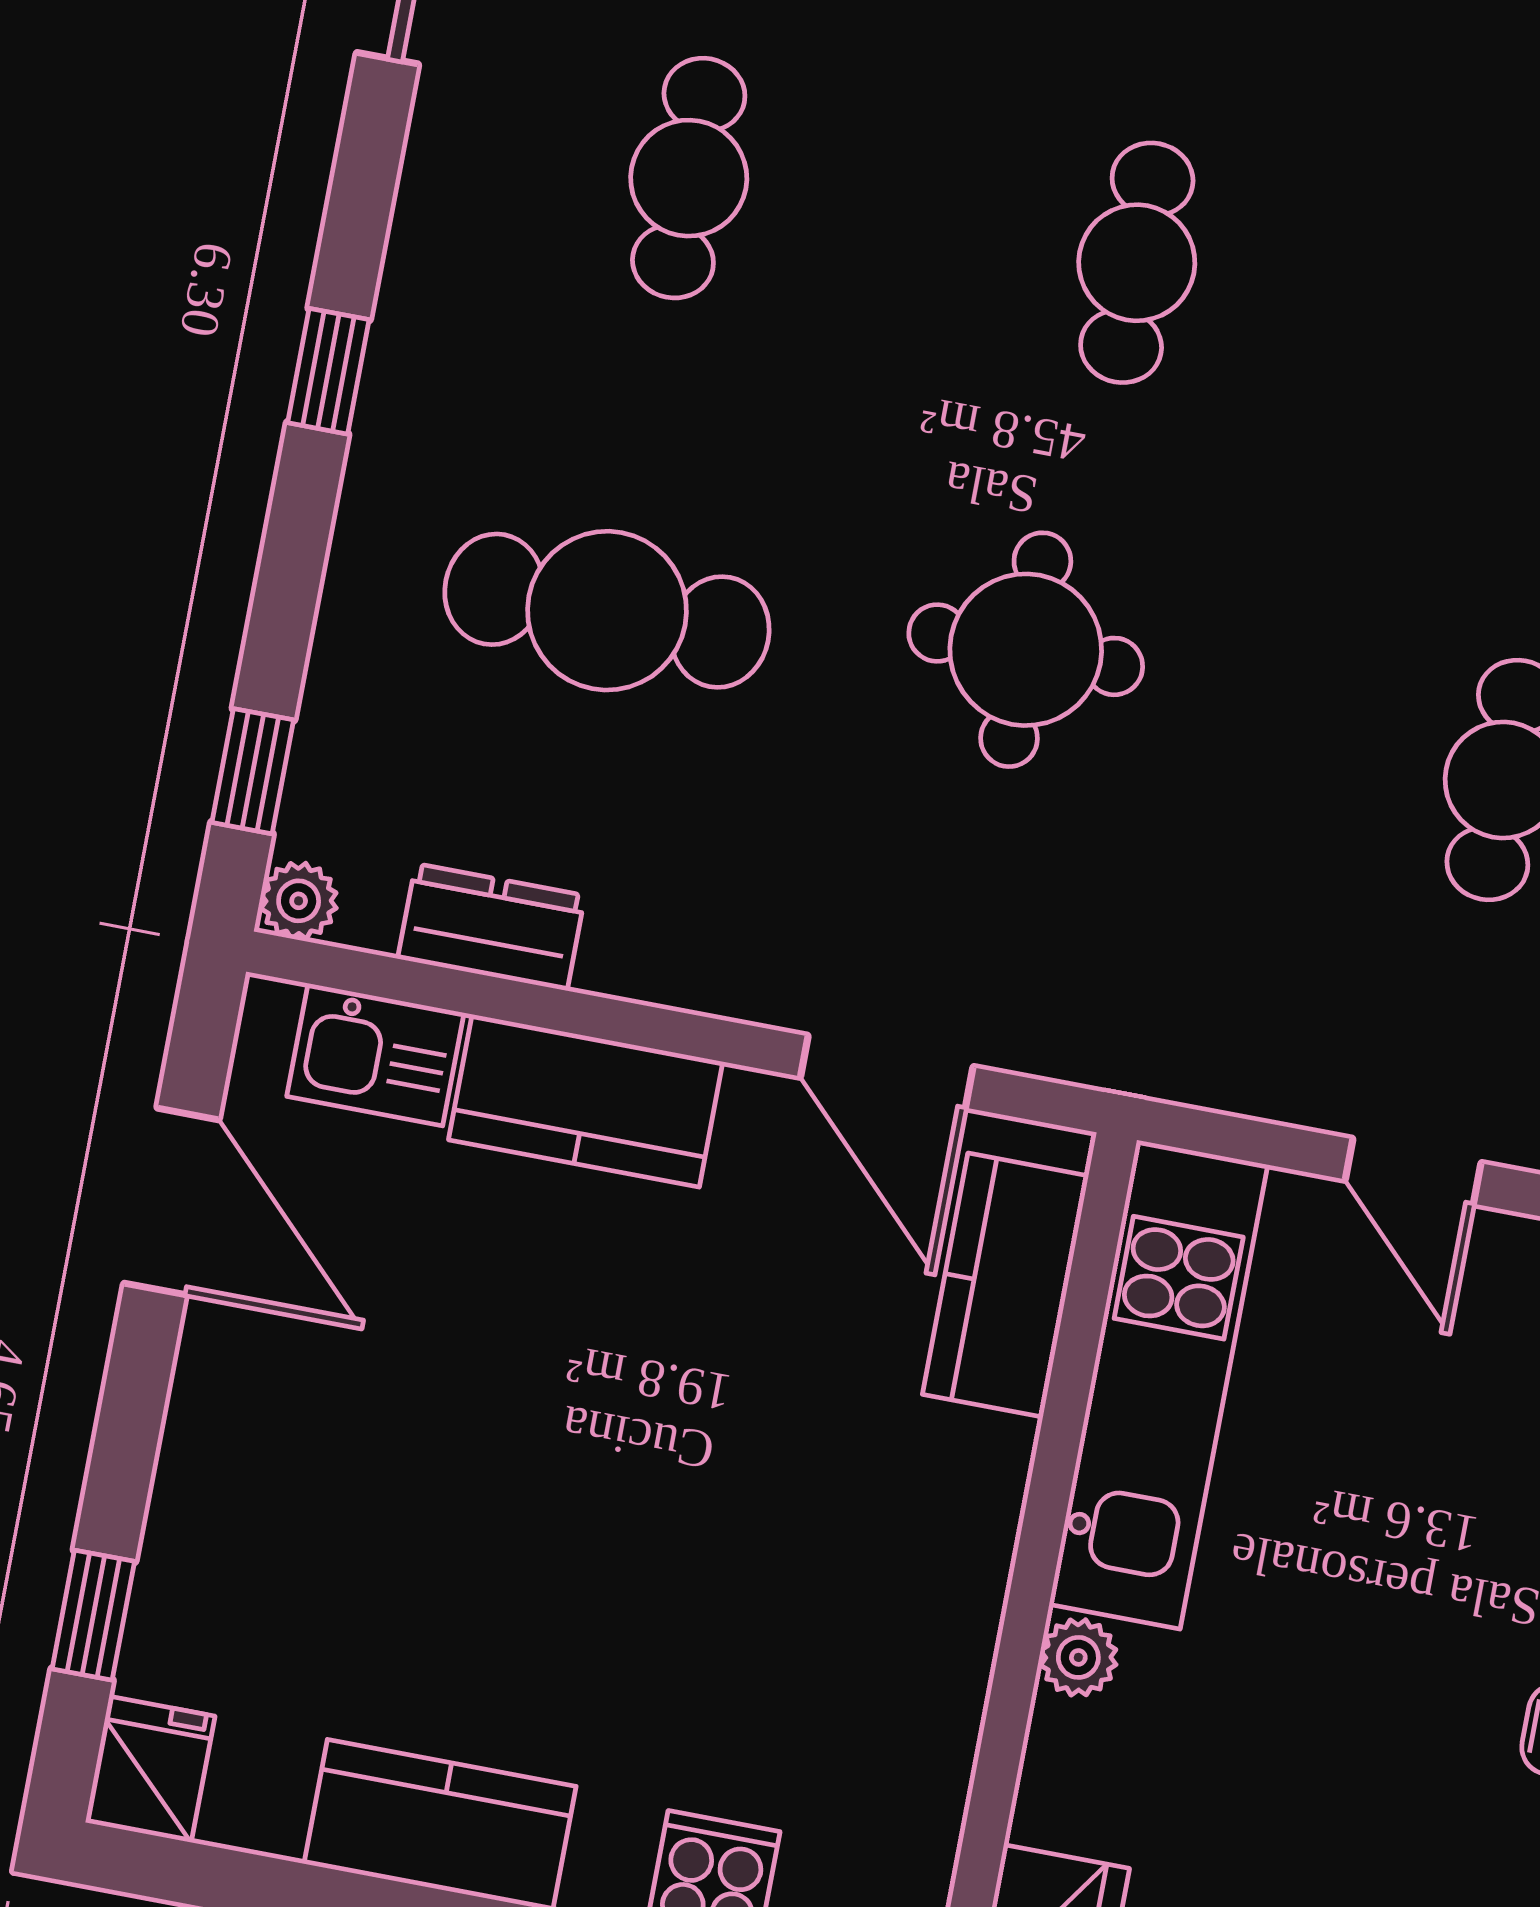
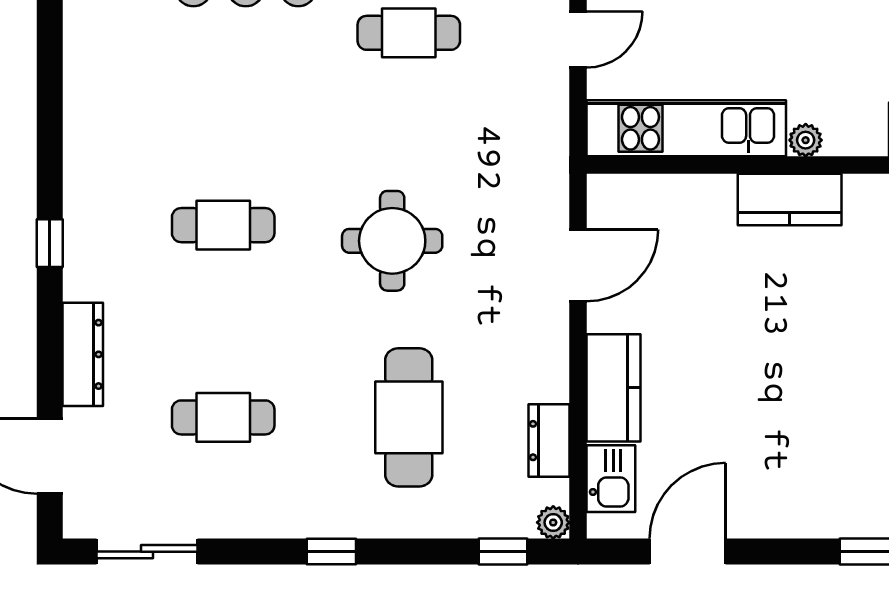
kitchen counter: (1006, 1285) -> (790, 199), moved

